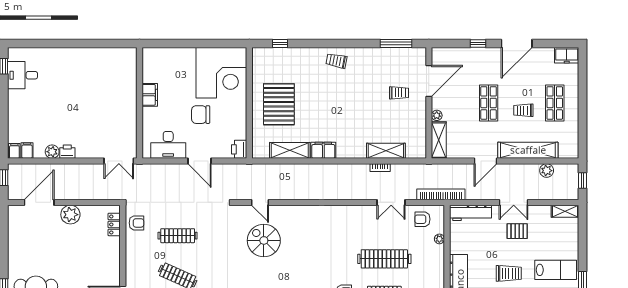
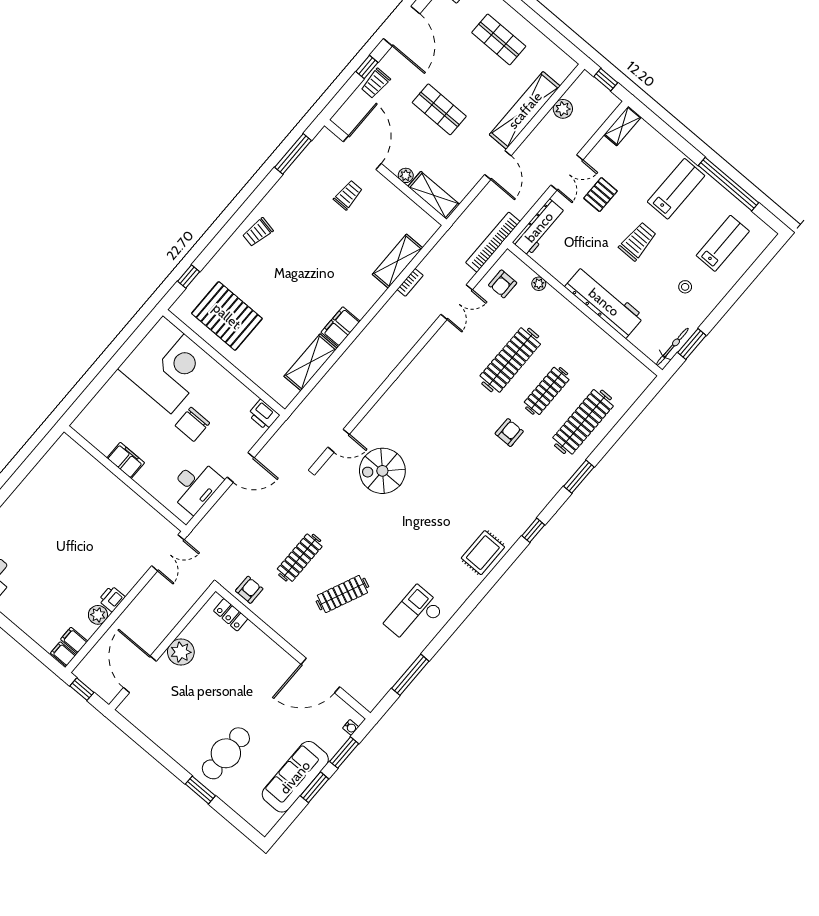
pallet: (279, 104) -> (227, 316), moved
trolley: (523, 110) -> (376, 83), moved

